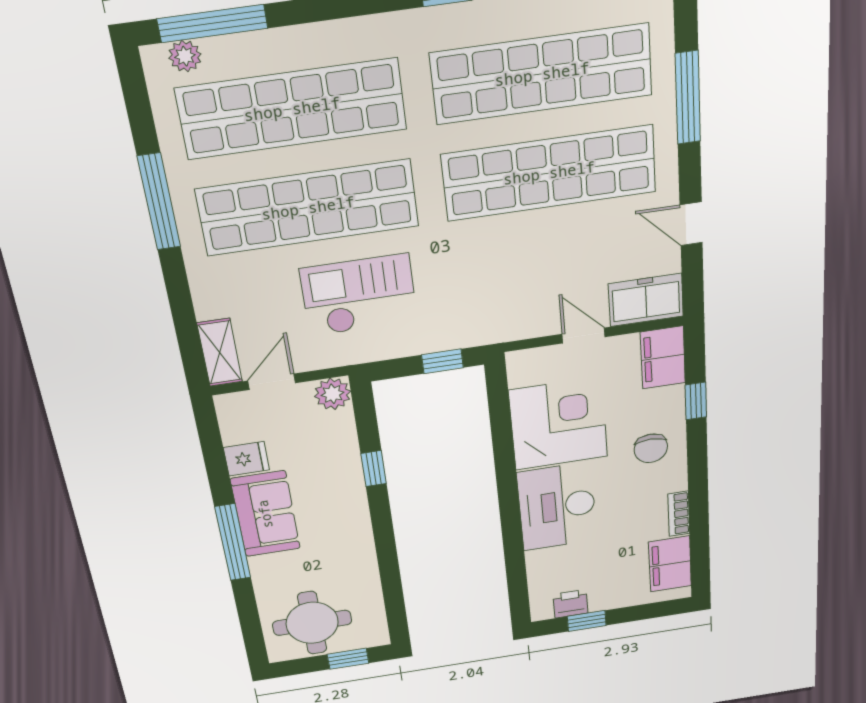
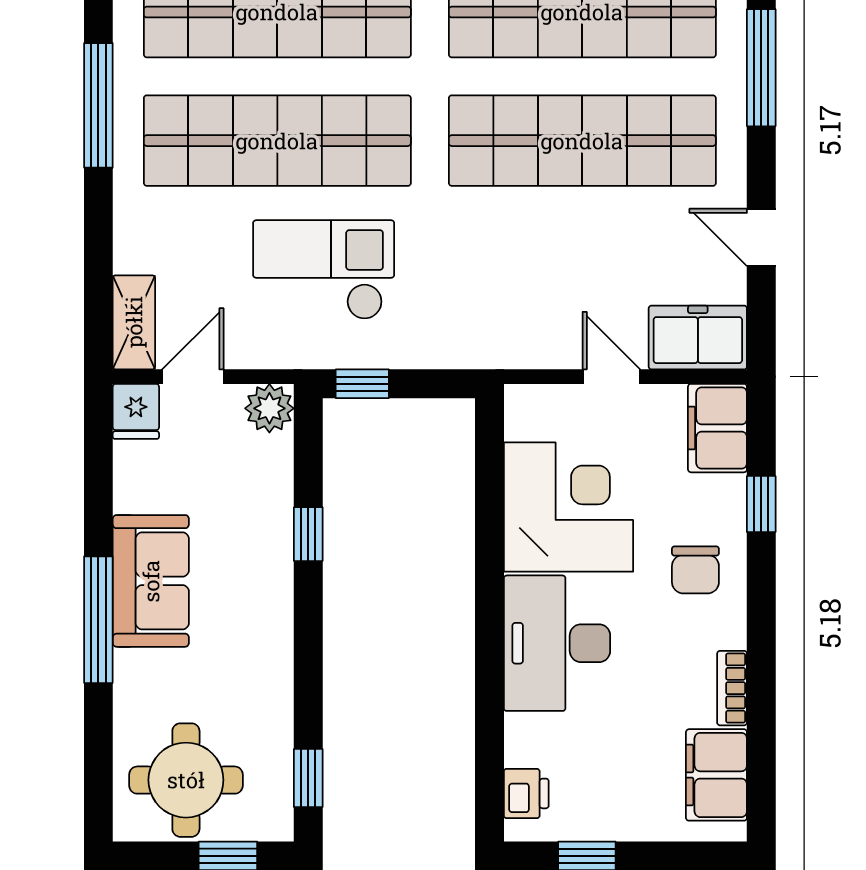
window: (442, 361) -> (362, 384), moved
fridge: (246, 459) -> (136, 411), moved, turned 90
printer: (571, 604) -> (526, 793), moved, turned 90
window: (395, 609) -> (308, 778), added

